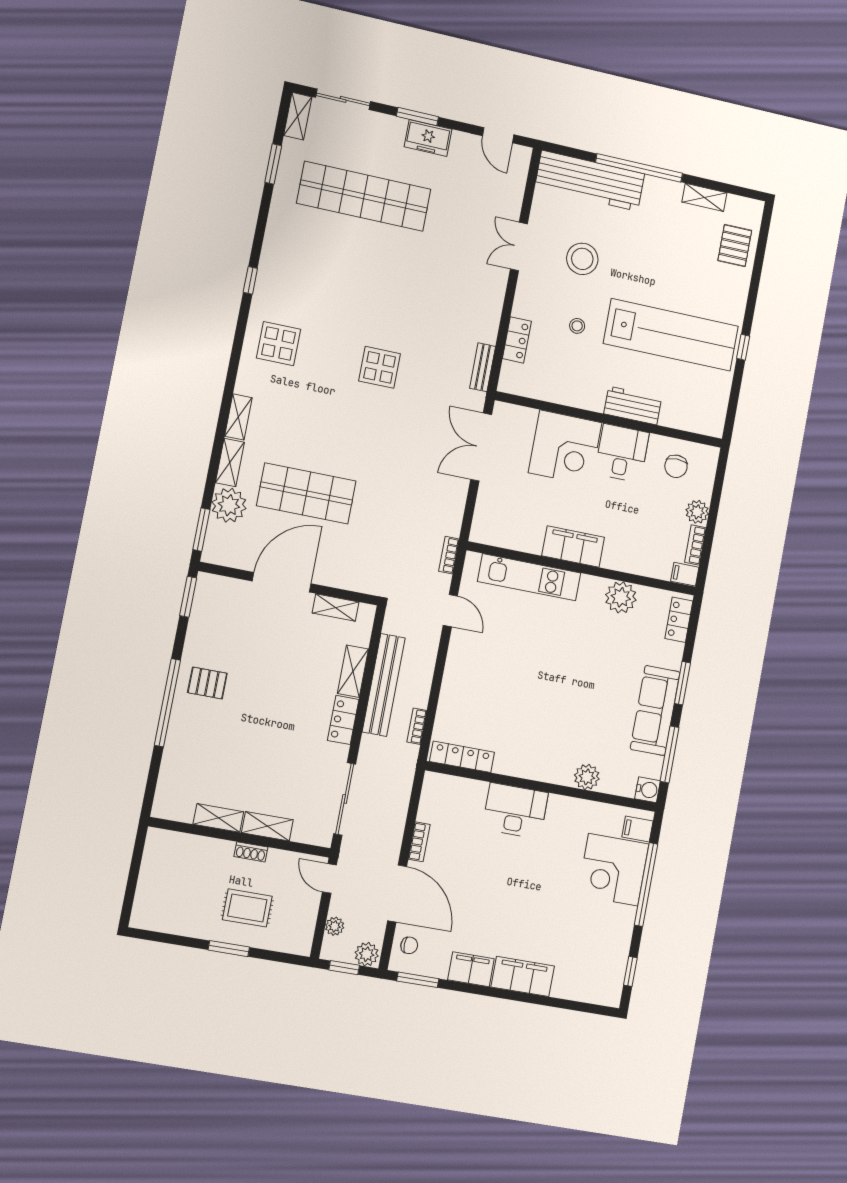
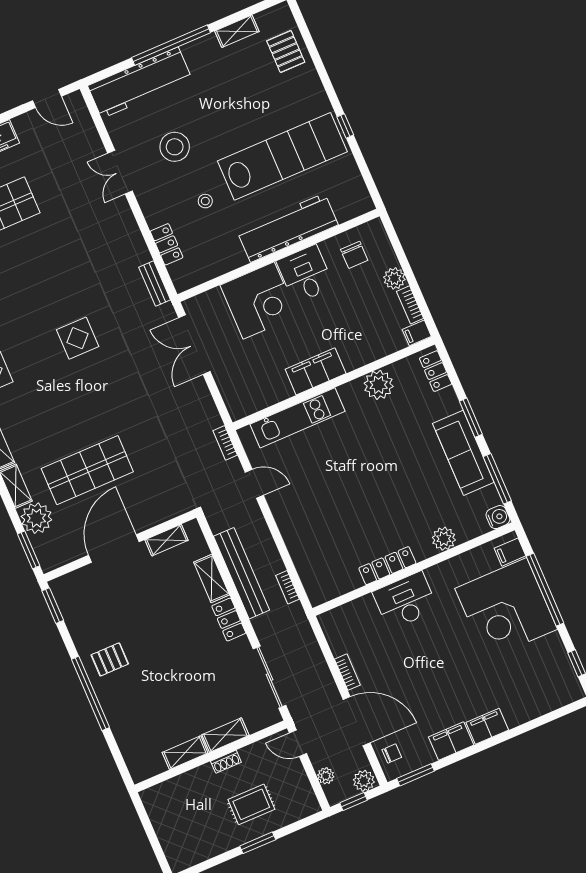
workbench: (633, 405) -> (288, 228), width x1.88, depth x1.32
locker: (462, 757) -> (387, 566), moved
corner desk: (613, 870) -> (506, 609), width x1.36, depth x1.36
filing cabinet: (523, 976) -> (487, 726), width x0.67, depth x0.86

